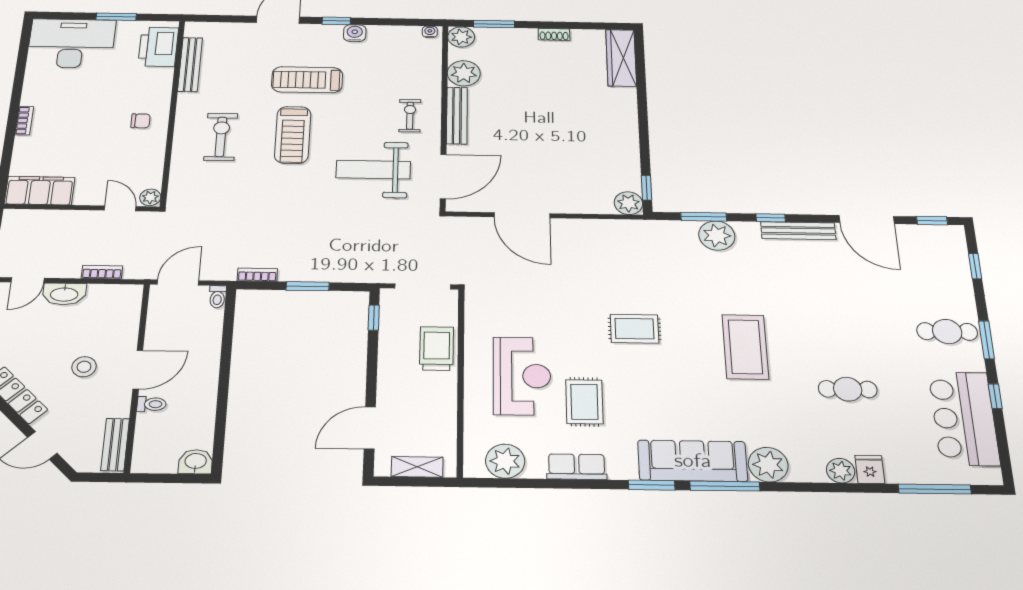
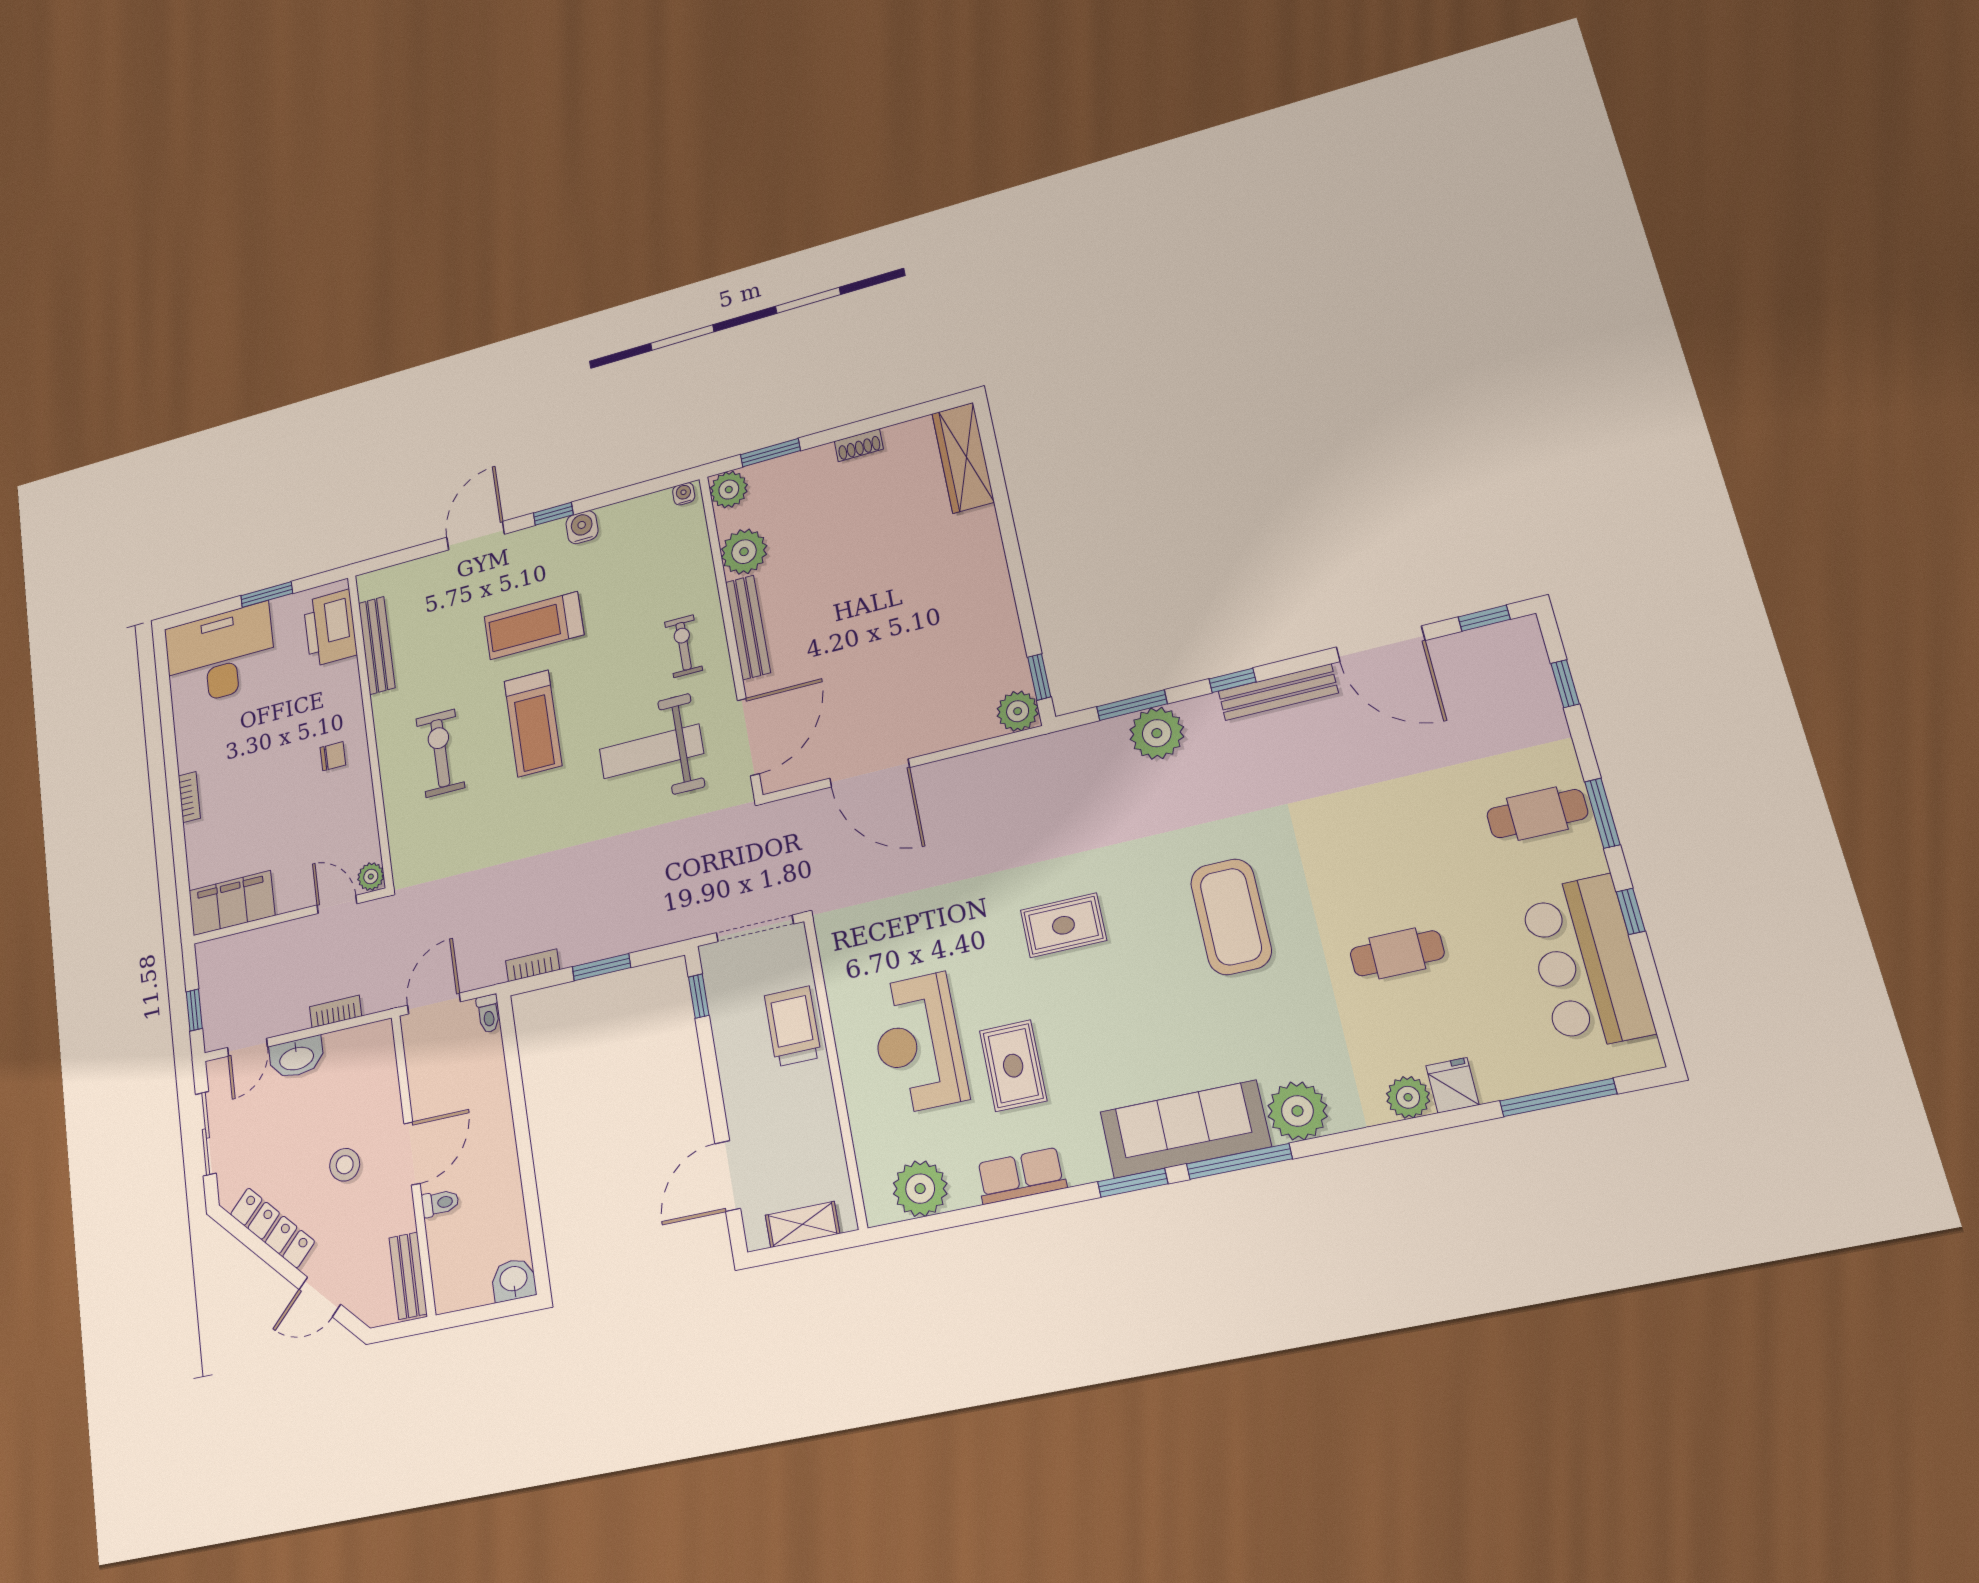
reception desk: (522, 376) -> (918, 1043), turned 180

